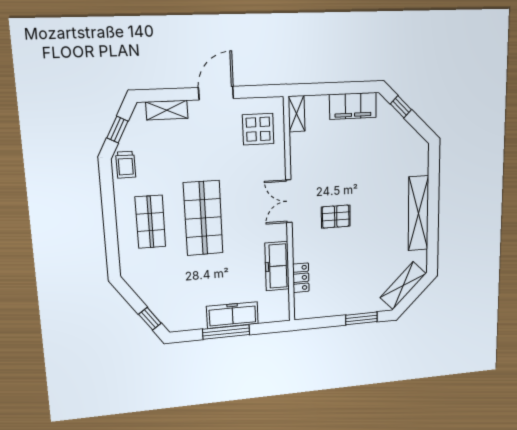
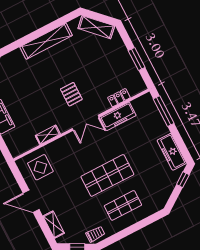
shelving: (297, 114) -> (48, 135), moved
double door: (289, 201) -> (86, 123), moved
freezer: (232, 315) -> (172, 152), moved
window: (361, 318) -> (137, 59), moved
window: (226, 332) -> (164, 111), moved

